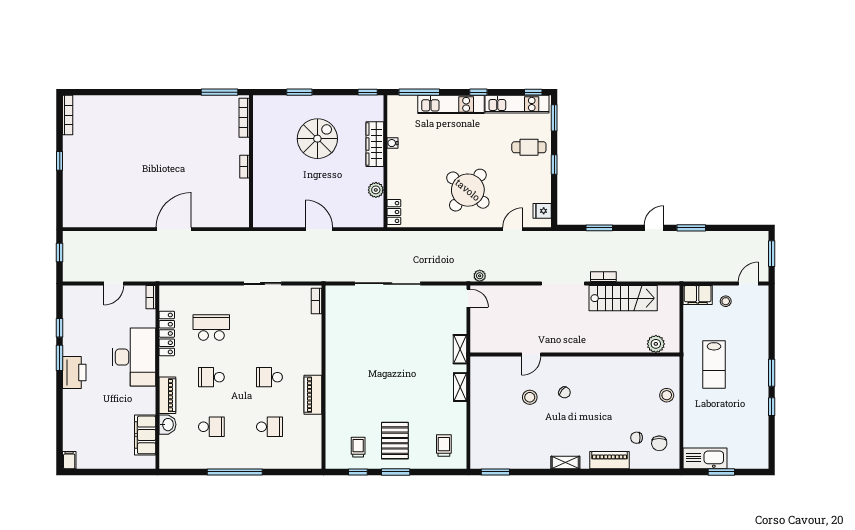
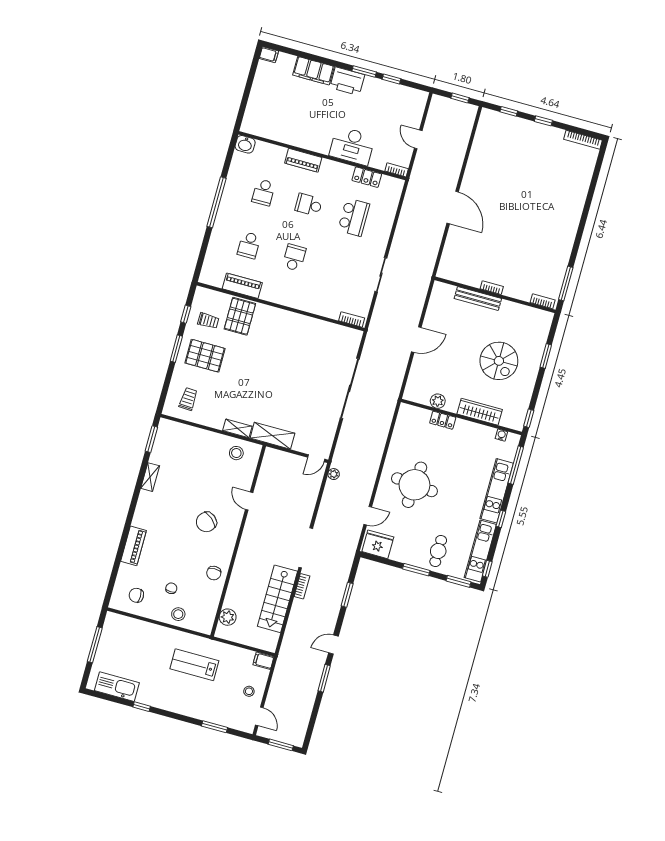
bookcase: (244, 118) -> (543, 301), width x0.64
water cooler: (393, 143) -> (501, 435), moved
window: (554, 164) -> (416, 570), width x1.50
bench: (260, 178) -> (478, 299), added
round table: (468, 190) -> (414, 485), turned -34
window: (60, 199) -> (509, 111), added
fridge: (542, 211) -> (378, 544), width x1.88, depth x1.34
locker: (394, 212) -> (443, 420), moved
door: (654, 228) -> (333, 645), swing flipped
door: (513, 229) -> (368, 516), hinge flipped
filing cabinet: (698, 295) -> (263, 661), width x0.50
locker: (167, 333) -> (367, 177), width x0.66
shelving: (460, 349) -> (272, 436), width x1.50, depth x1.33
desk: (134, 357) -> (352, 146), width x0.73, depth x0.77
chair: (615, 370) -> (214, 573), added
window: (772, 373) -> (215, 727), moved
school desk: (211, 377) -> (309, 205), turned -90
chair: (565, 392) -> (206, 522), width x1.87, depth x1.87
piano: (313, 395) -> (242, 286), moved
stool: (530, 397) -> (236, 453), moved
pallet: (345, 416) -> (240, 316), added
washbasin: (167, 425) -> (245, 144), moved
filing cabinet: (145, 435) -> (313, 71), moved, turned 180
chair: (637, 438) -> (171, 588), moved
trolley: (444, 446) -> (188, 399), turned -87
kitchen sink: (705, 458) -> (117, 687), moved, turned -90
shelving: (565, 463) -> (150, 477), moved
window: (721, 472) -> (95, 645), width x1.44

